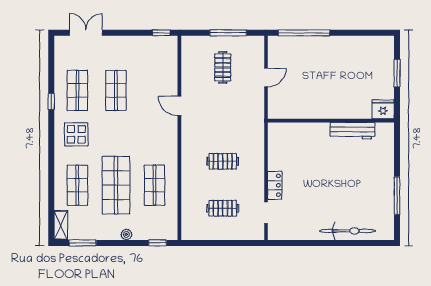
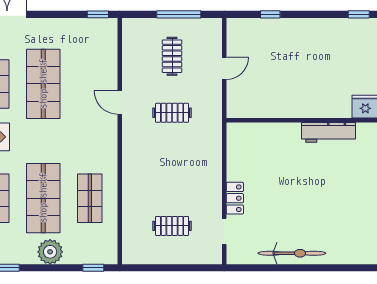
window: (304, 33) -> (270, 14), width x0.32
window: (378, 33) -> (359, 14), added
shop shelf: (116, 90) -> (43, 84), width x1.43, depth x1.36
clothes rail: (223, 161) -> (172, 113), moved
bicycle: (348, 231) -> (292, 253), moved
plant: (126, 234) -> (50, 252), width x1.88, depth x1.88

